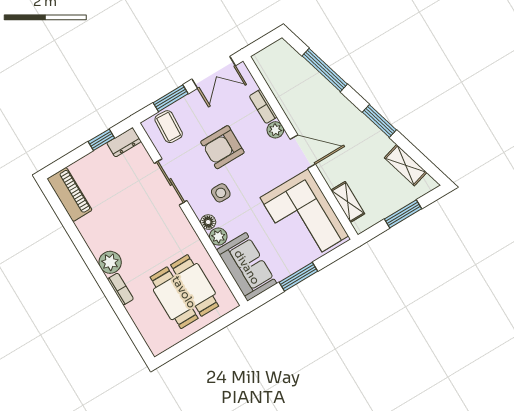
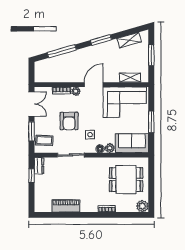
piano: (70, 194) -> (66, 206), moved
plant: (110, 262) -> (142, 206), moved

